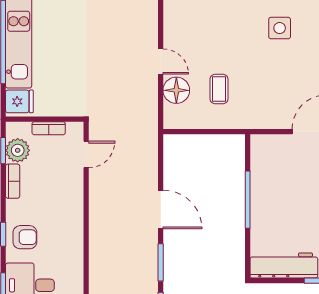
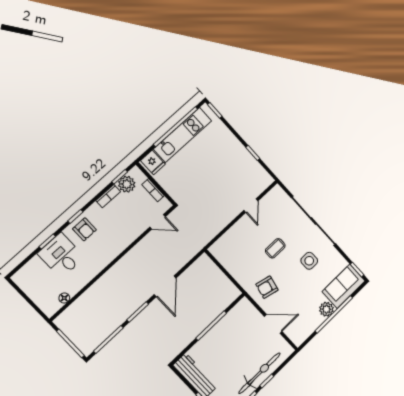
door: (161, 62) -> (251, 206), moved
coffee table: (219, 89) -> (275, 248), moved
floor lamp: (176, 90) -> (232, 238), removed
armchair: (264, 102) -> (267, 287), added

